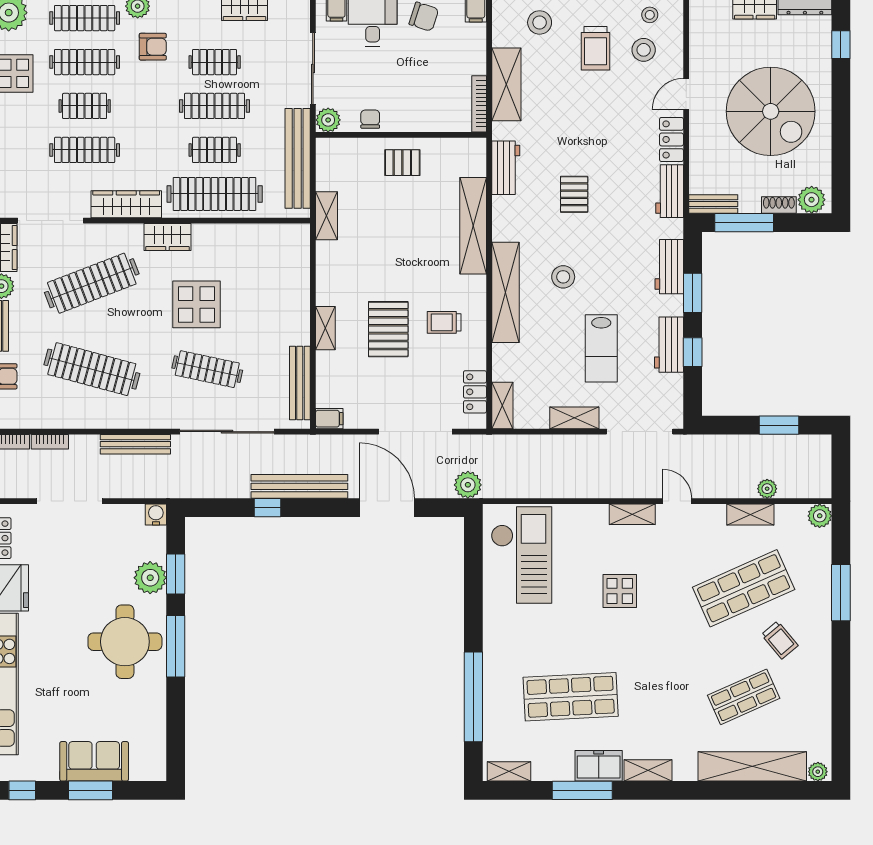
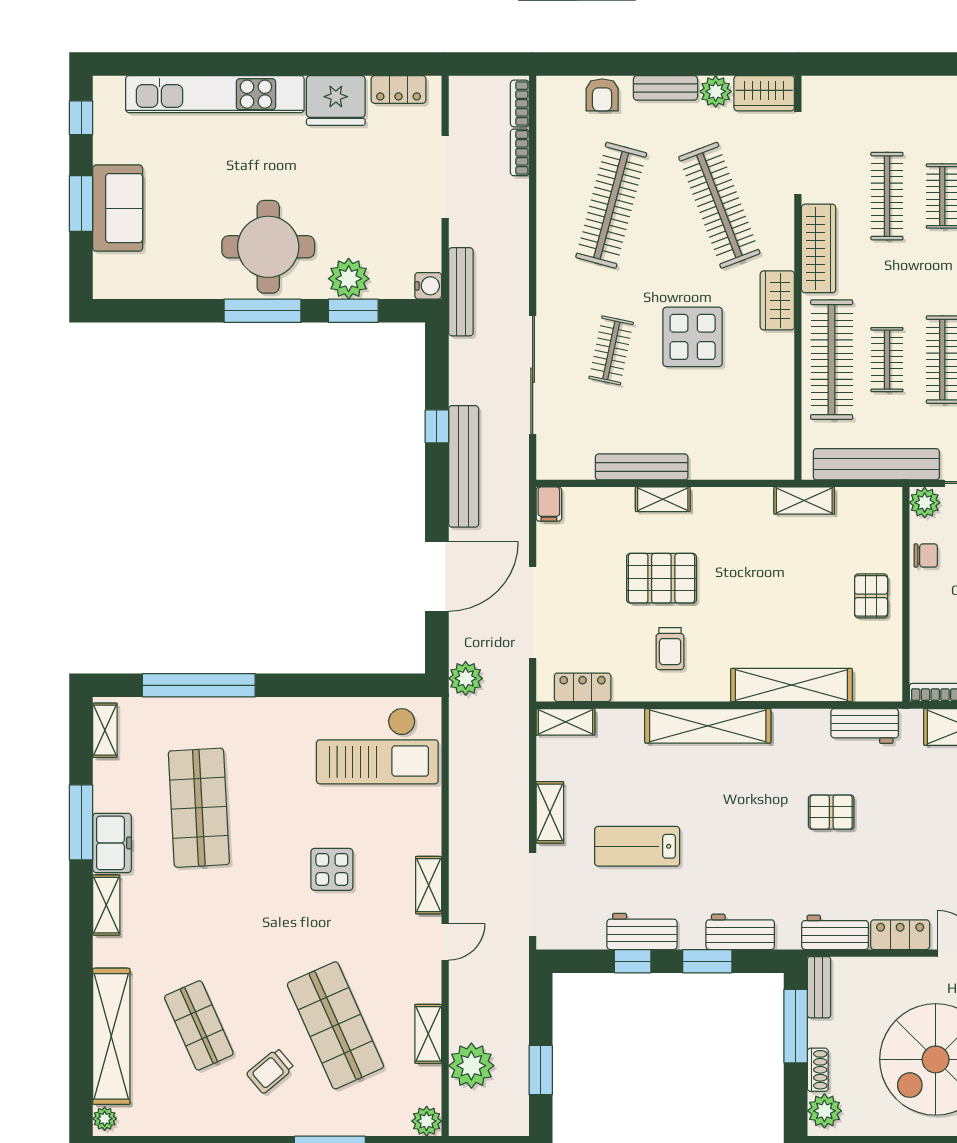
stool: (563, 277) -> (727, 798), removed
trolley: (444, 322) -> (670, 649), turned 180
clothes rail: (207, 369) -> (611, 350), width x0.73
bench: (300, 383) -> (642, 467), moved
bench: (135, 444) -> (461, 292), moved
plant: (767, 489) -> (471, 1066), width x1.87, depth x1.87

